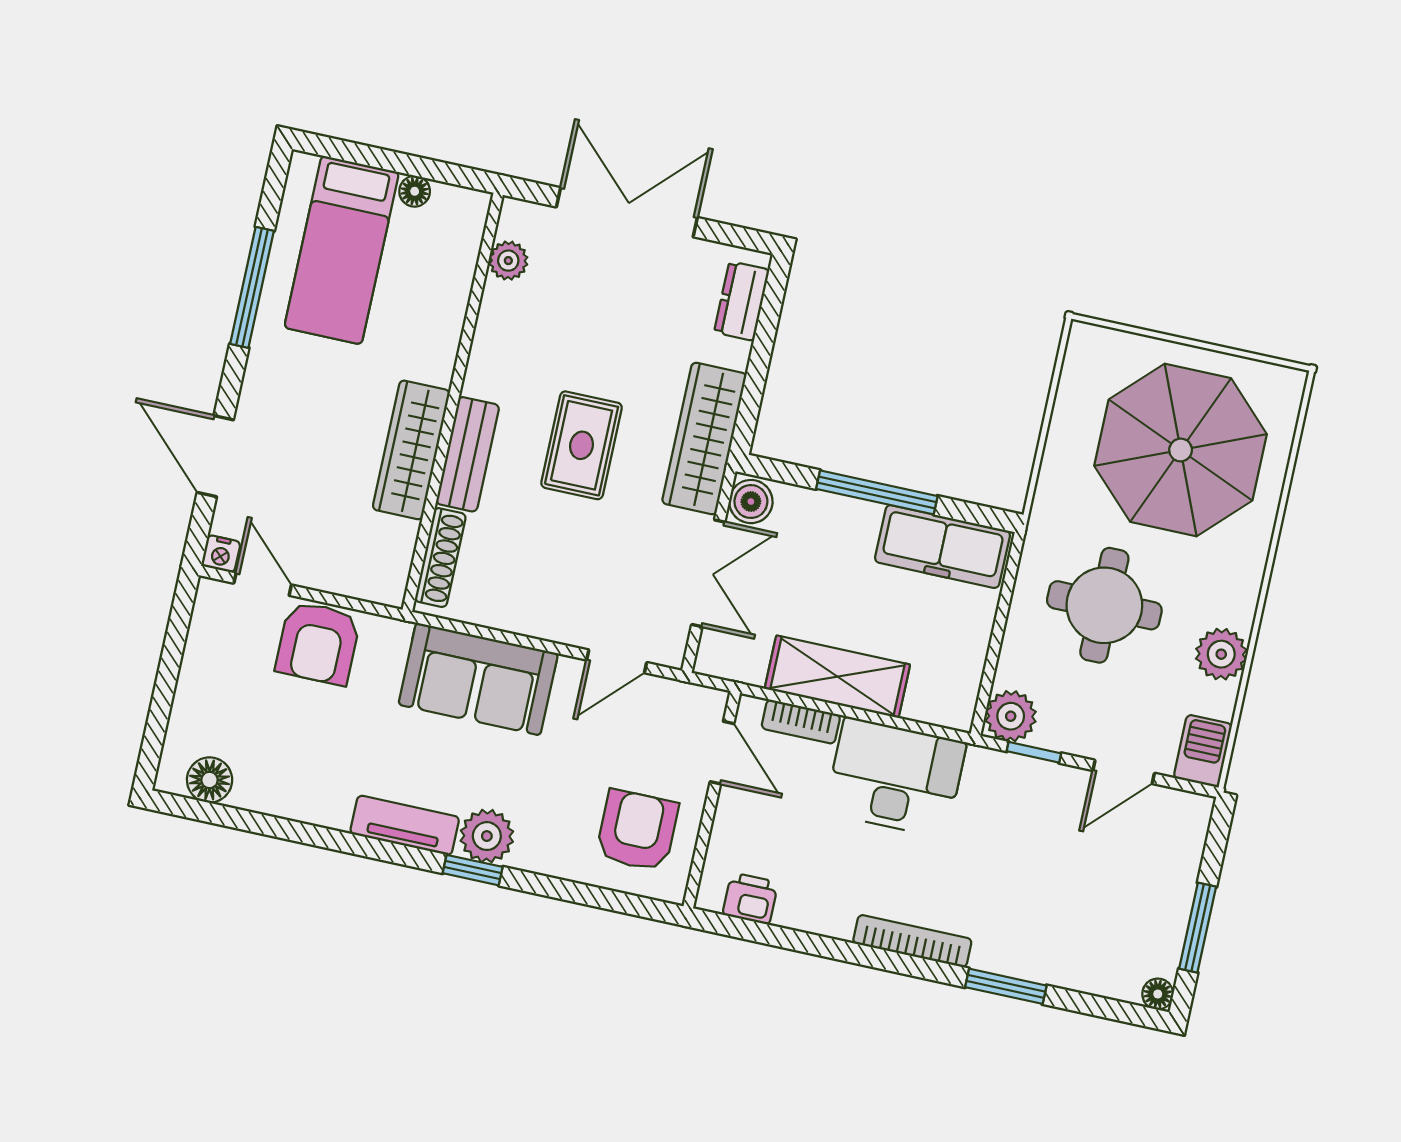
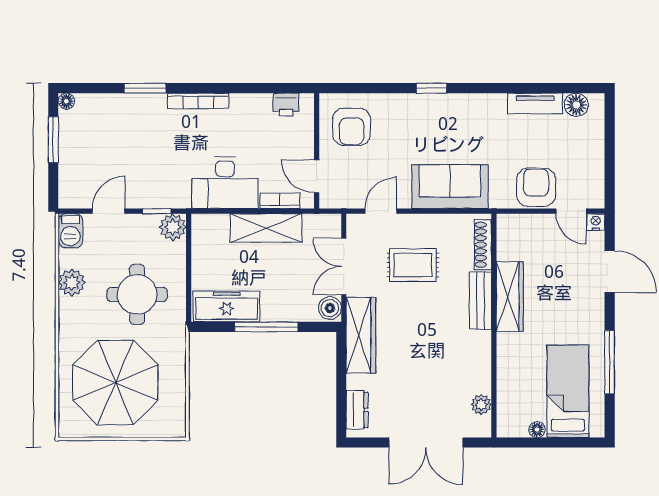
rug: (582, 445) -> (413, 265), moved, turned 90
tv unit: (405, 825) -> (535, 103), moved
plant: (487, 836) -> (428, 107), removed

